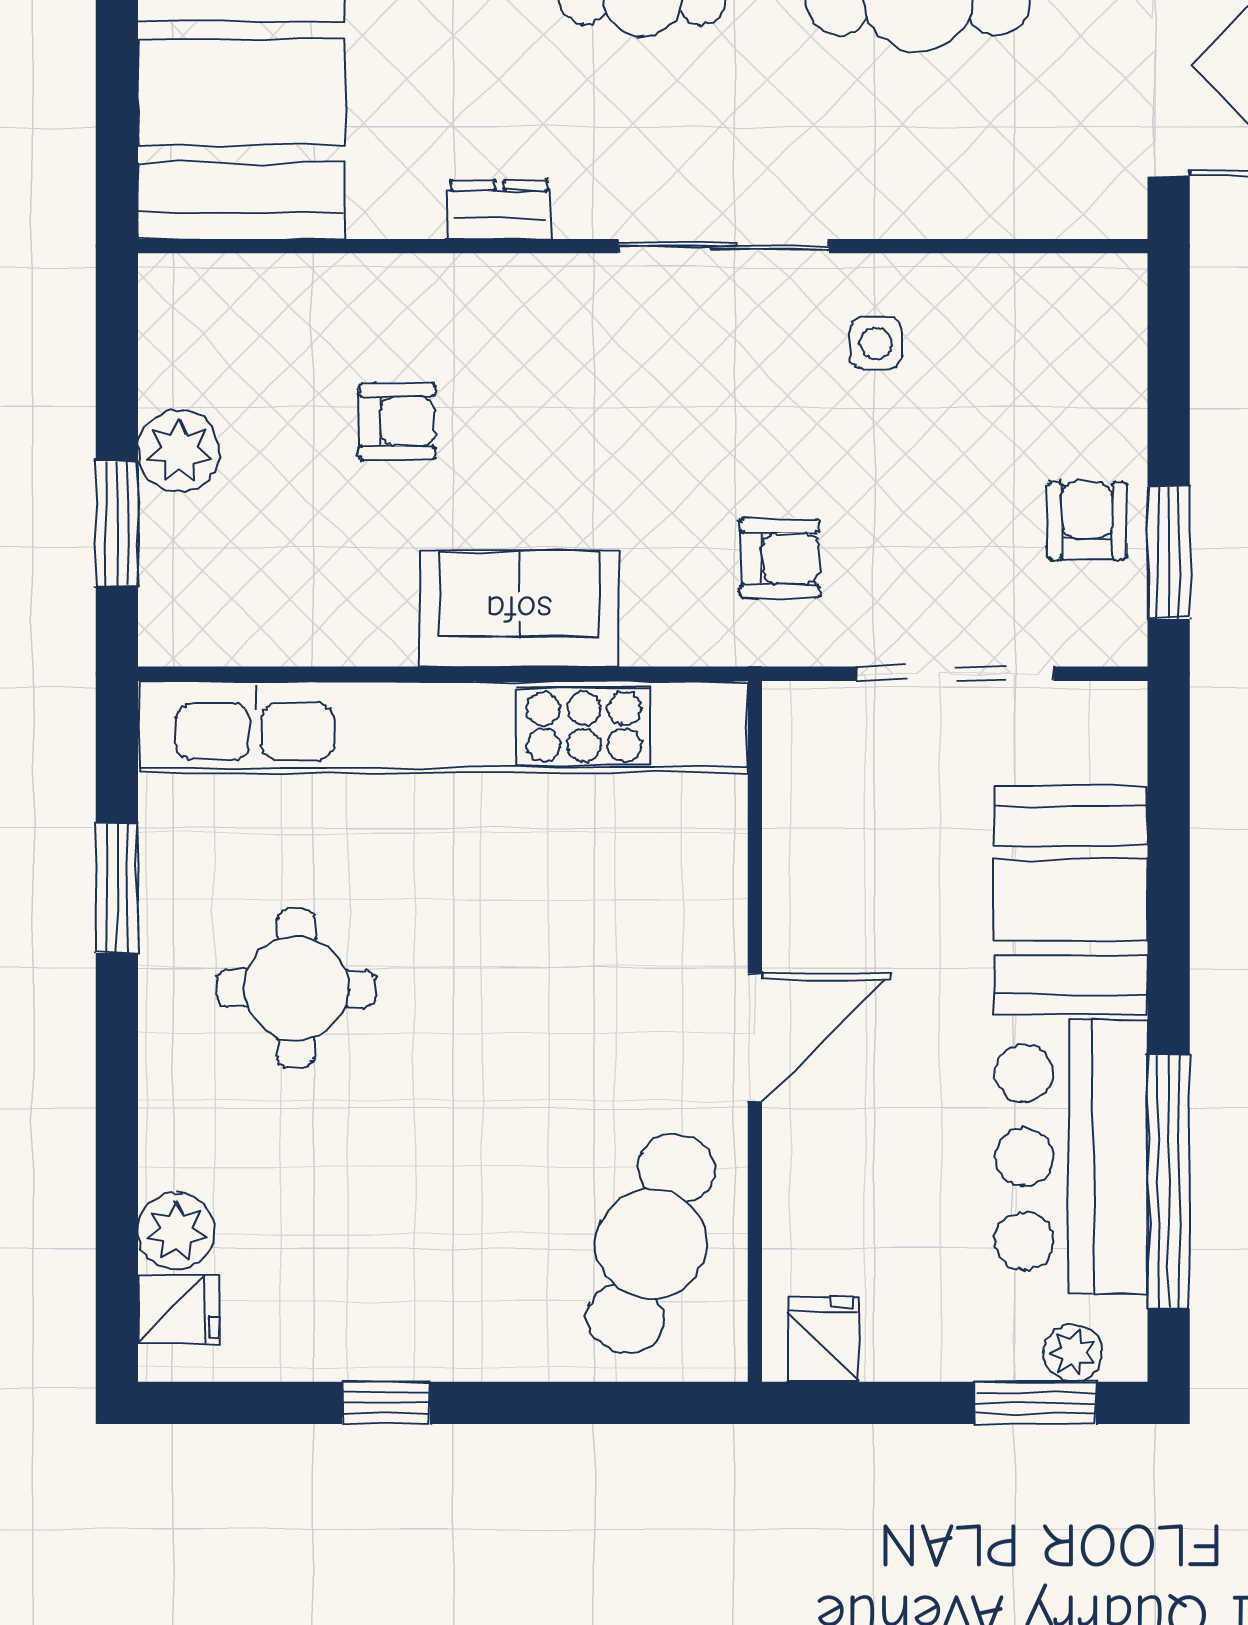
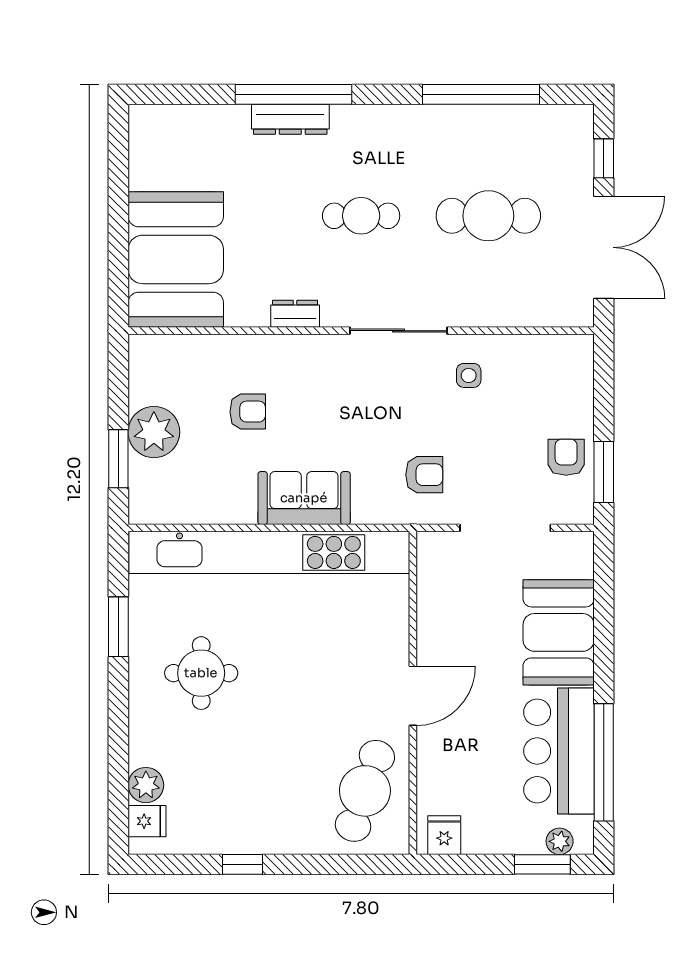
plant: (179, 451) -> (154, 432), width x1.36, depth x1.36

